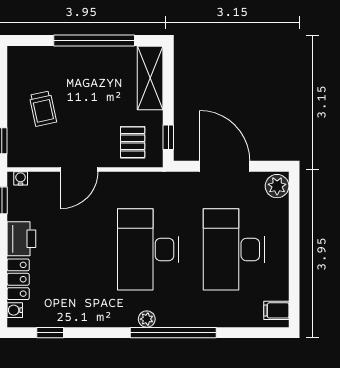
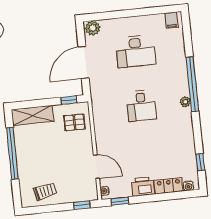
trolley: (43, 109) -> (45, 191), moved
door: (79, 169) -> (96, 167), moved
desk: (148, 249) -> (141, 106), width x0.53, depth x0.77
desk: (234, 249) -> (136, 51), width x0.73, depth x0.77

